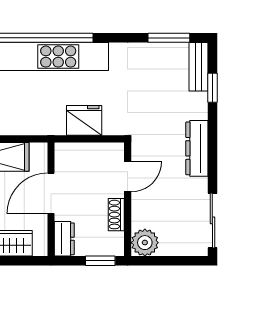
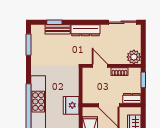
bench: (199, 67) -> (58, 29), moved
fridge: (84, 120) -> (71, 105), moved

